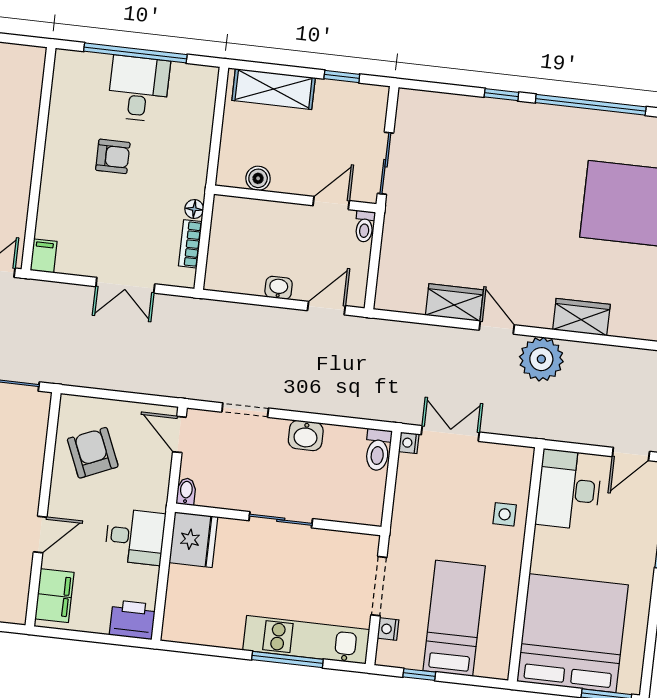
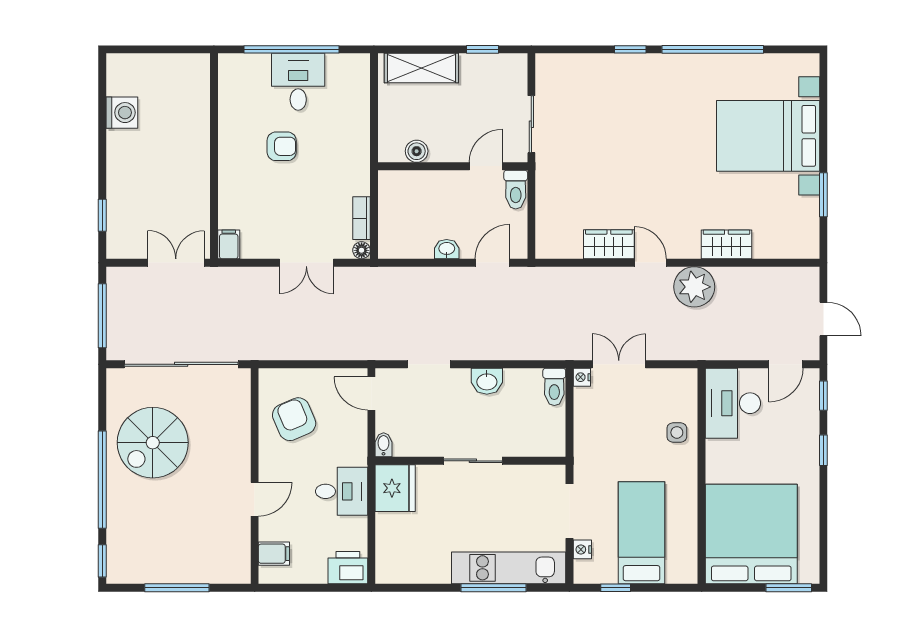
floor lamp: (194, 209) -> (362, 250), moved
toilet: (365, 226) -> (516, 190), width x1.37, depth x1.39
filing cabinet: (54, 596) -> (274, 554), width x0.50

